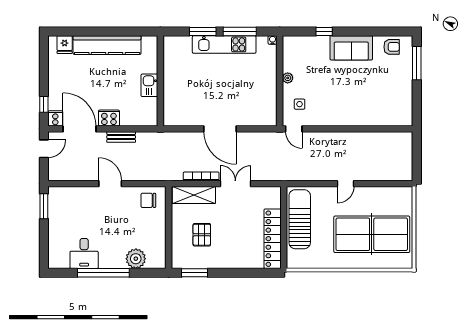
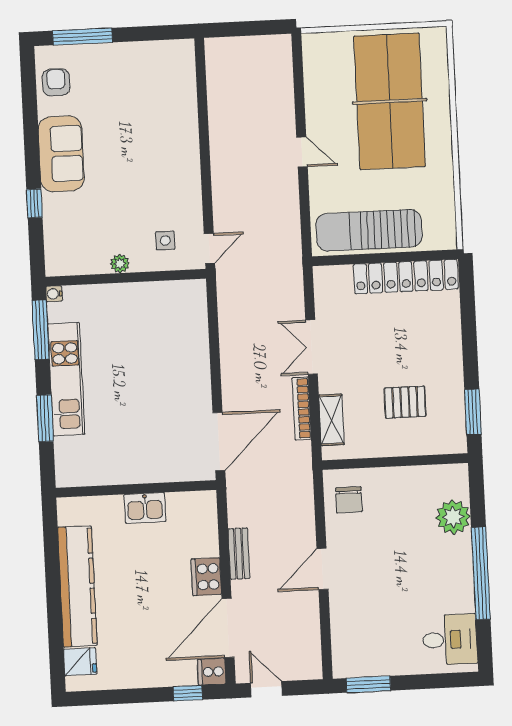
window: (240, 31) -> (41, 330), moved
door: (220, 129) -> (219, 442), moved
shelving: (194, 195) -> (331, 420), width x0.67, depth x0.75
desk: (84, 253) -> (450, 640), moved

